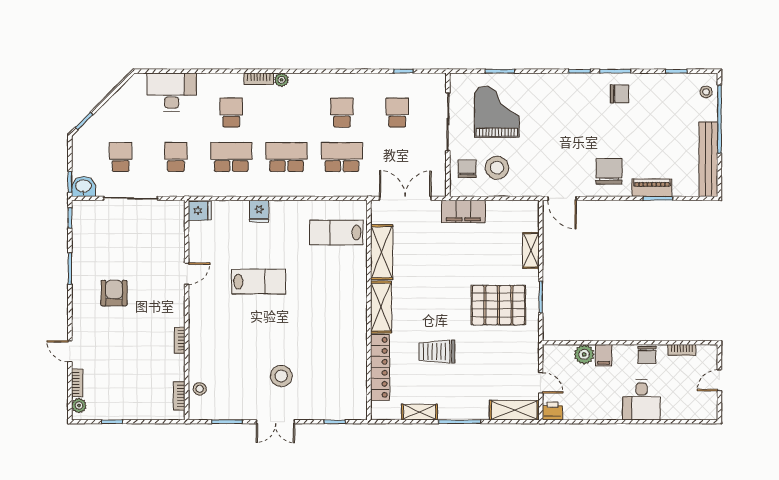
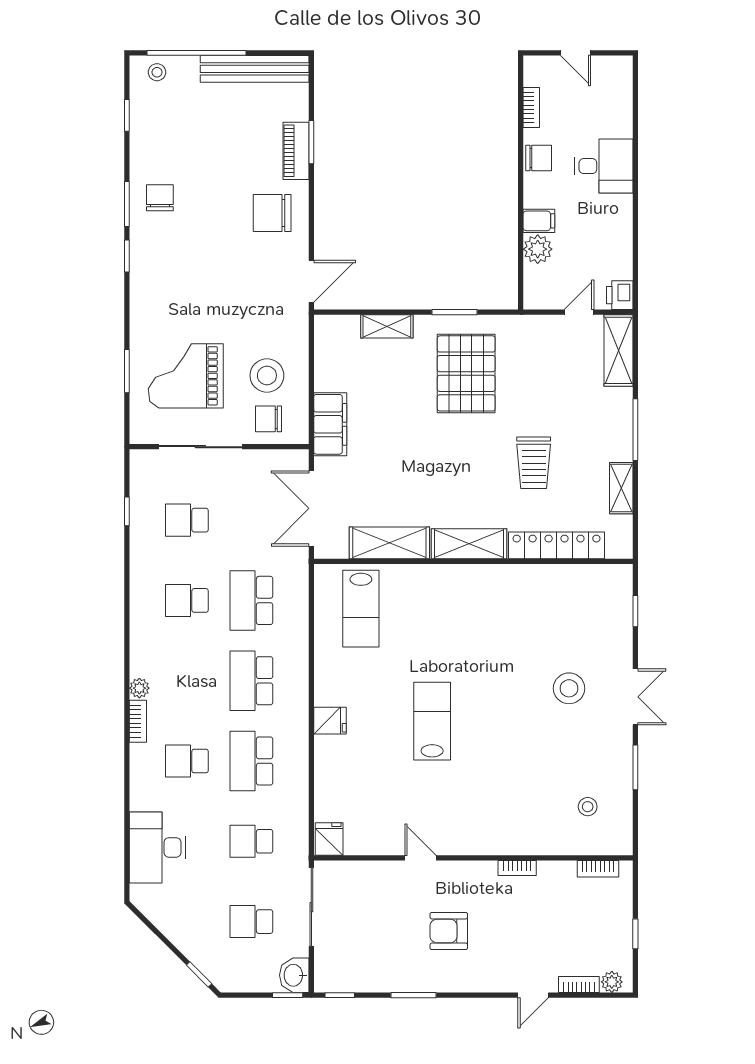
fridge: (200, 211) -> (329, 839), moved
door: (187, 274) -> (421, 858), moved
wall: (187, 310) -> (473, 858), moved
bookcase: (180, 340) -> (517, 868), moved
bookcase: (179, 396) -> (598, 869), moved

